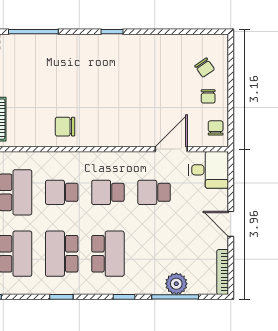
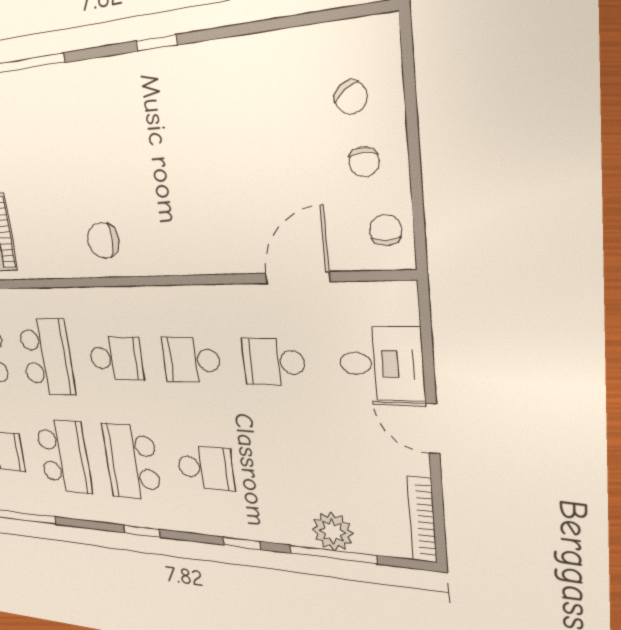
desk: (209, 170) -> (381, 364), moved
school desk: (62, 192) -> (116, 358), turned 180
school desk: (108, 254) -> (206, 468), width x0.54

